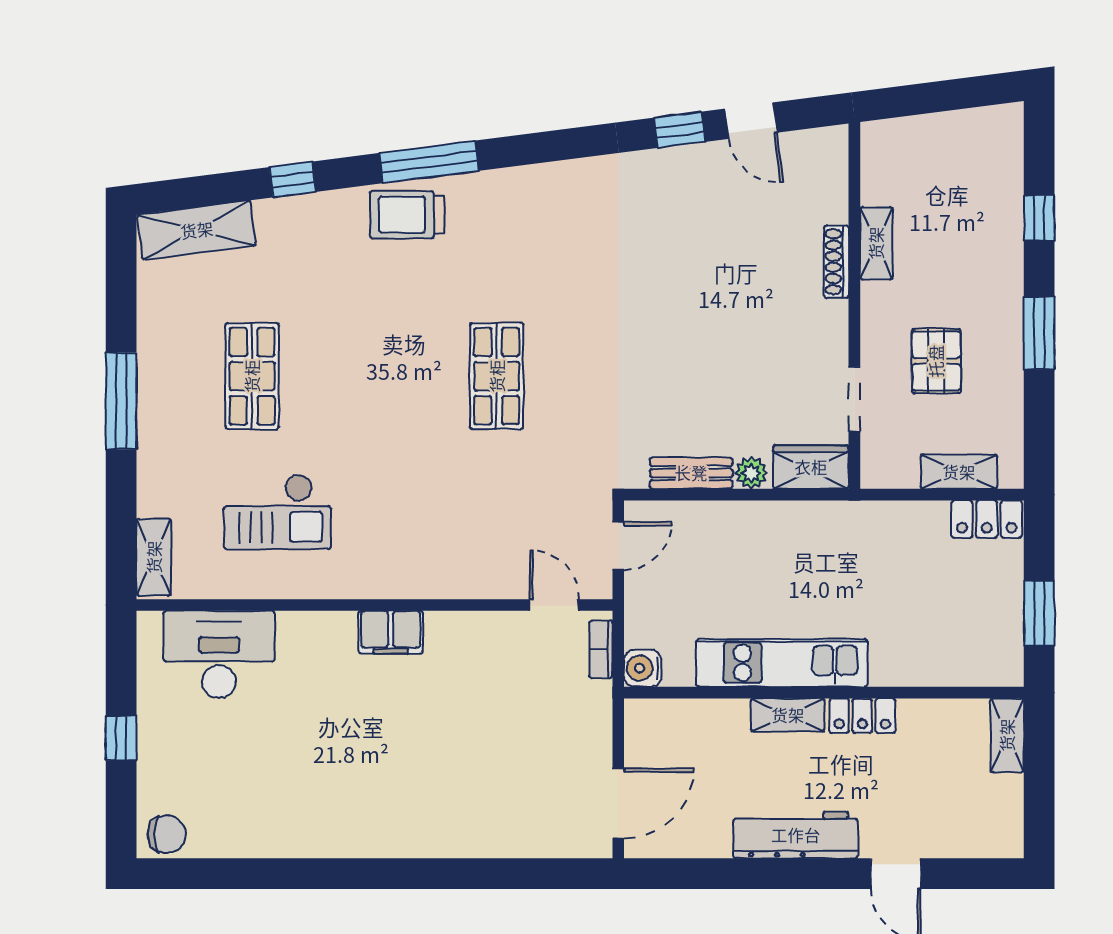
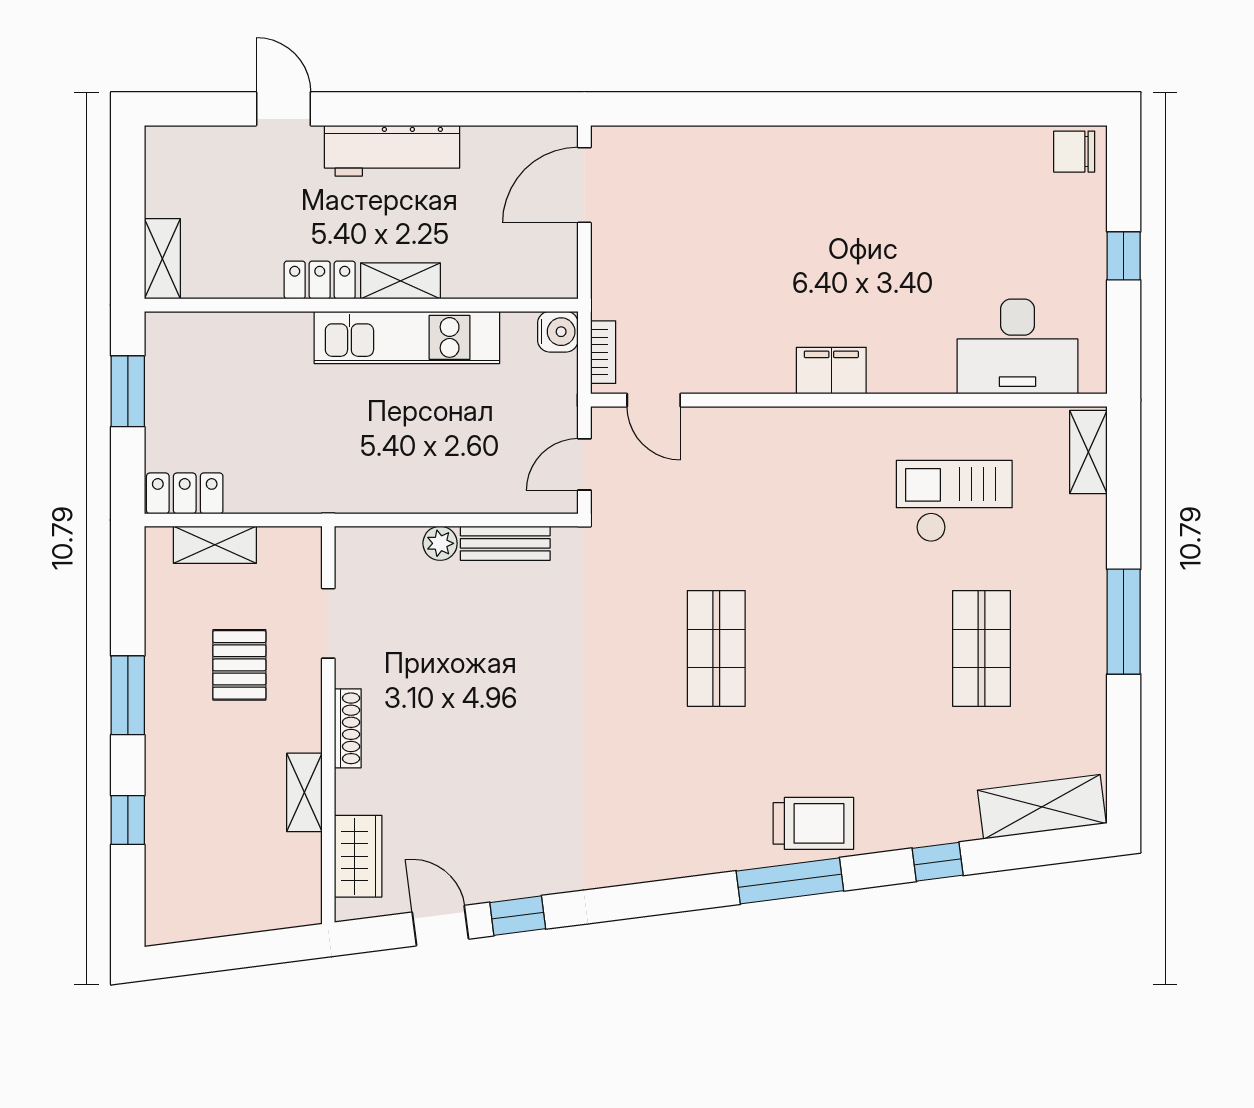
shoe rack: (836, 262) -> (348, 728), moved
wardrobe: (811, 467) -> (358, 856), moved, turned -90

